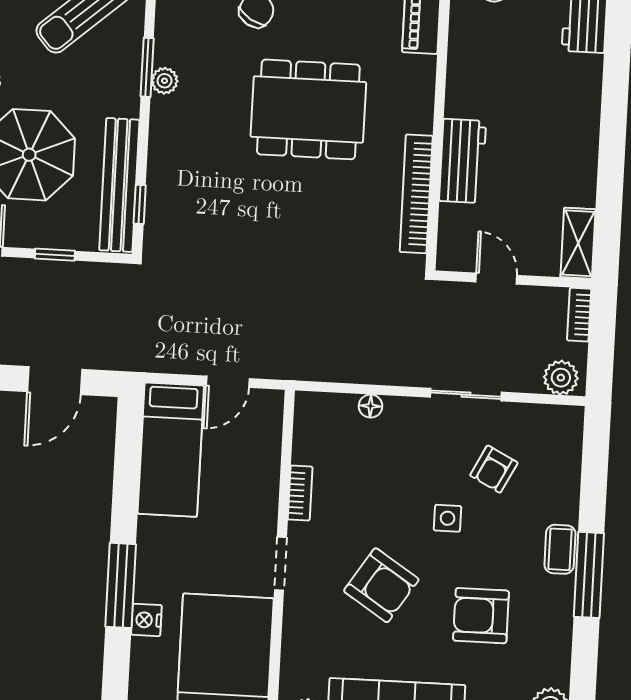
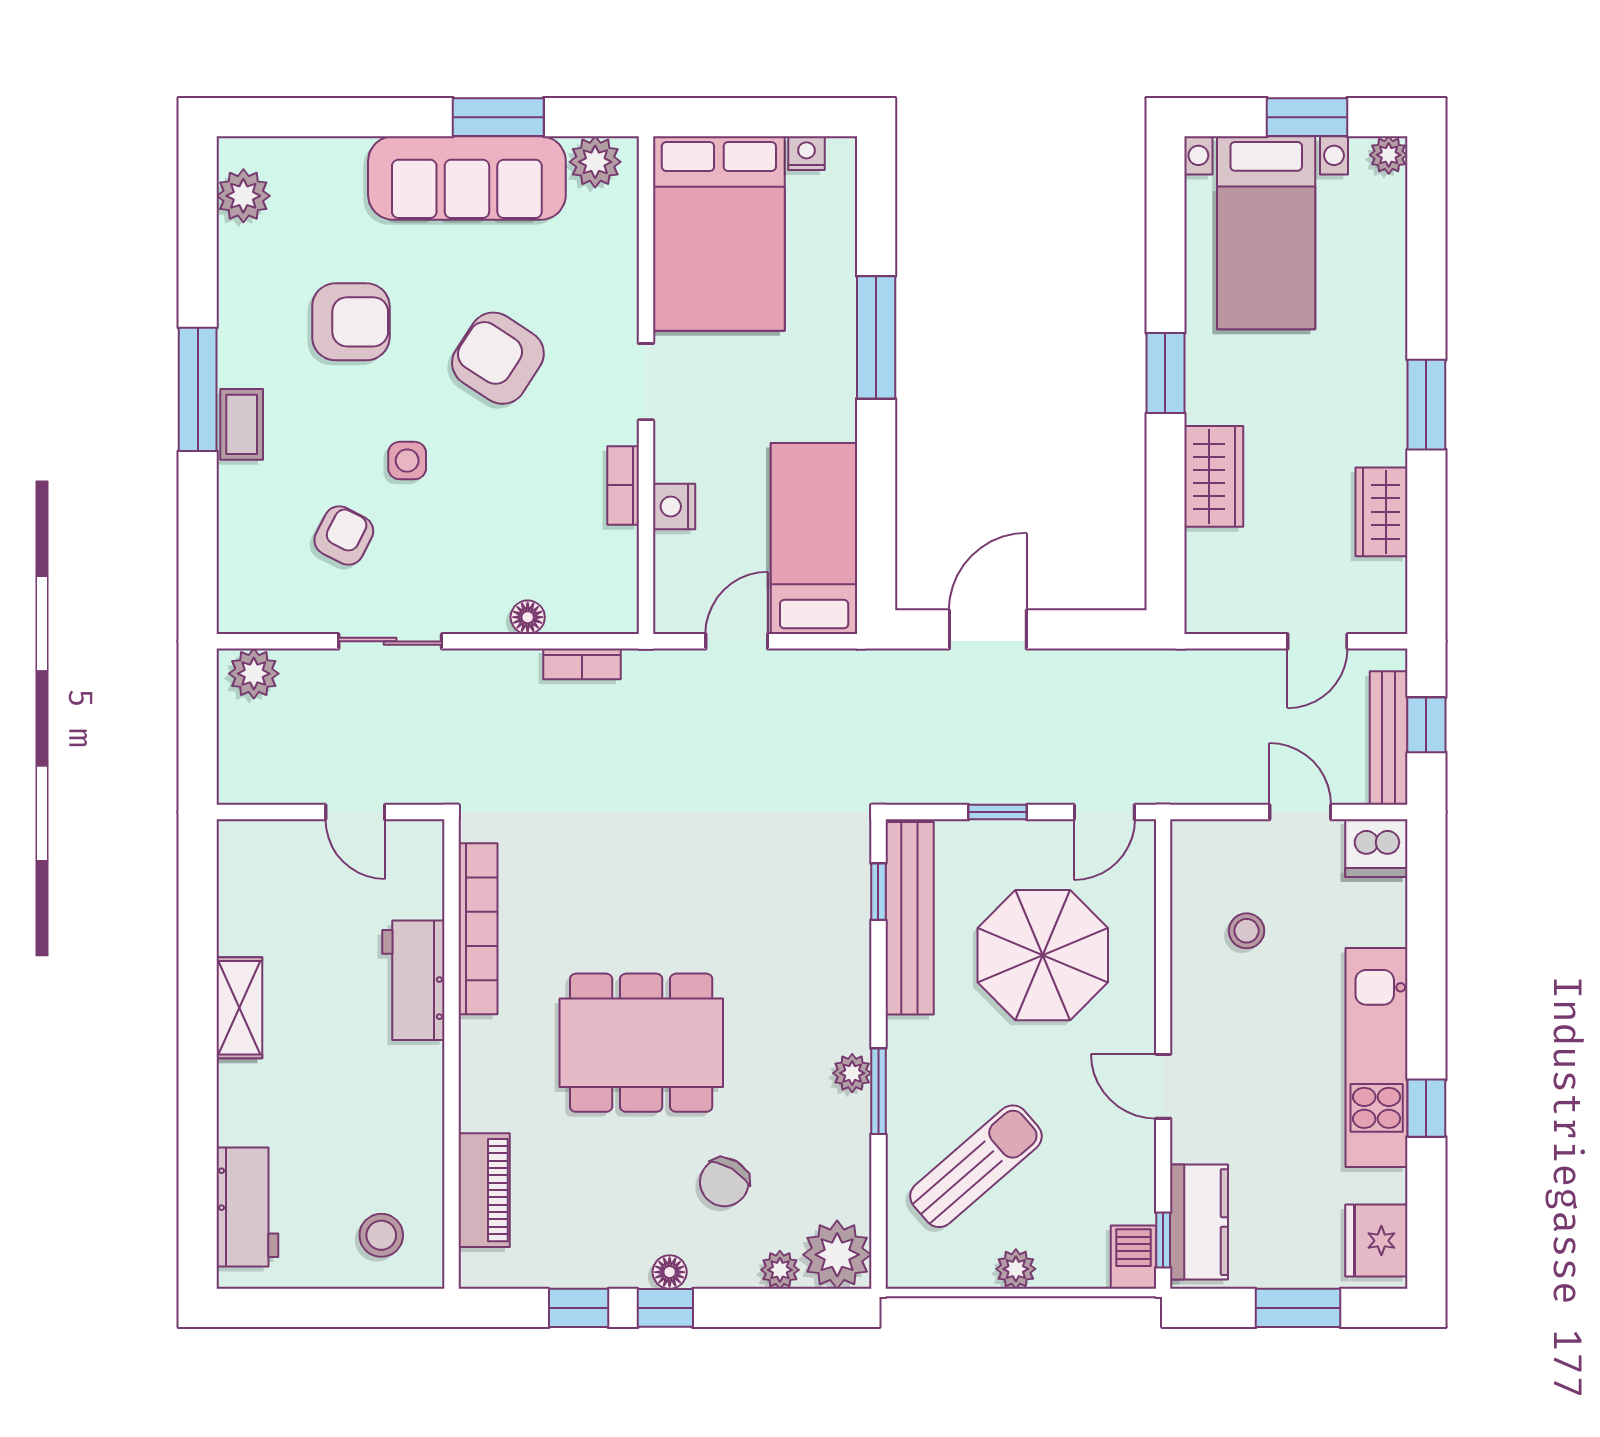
shelving: (578, 243) -> (239, 1008), moved
bookcase: (579, 315) -> (582, 664), moved, turned 90
nightstand: (146, 620) -> (674, 506), moved, turned 180

